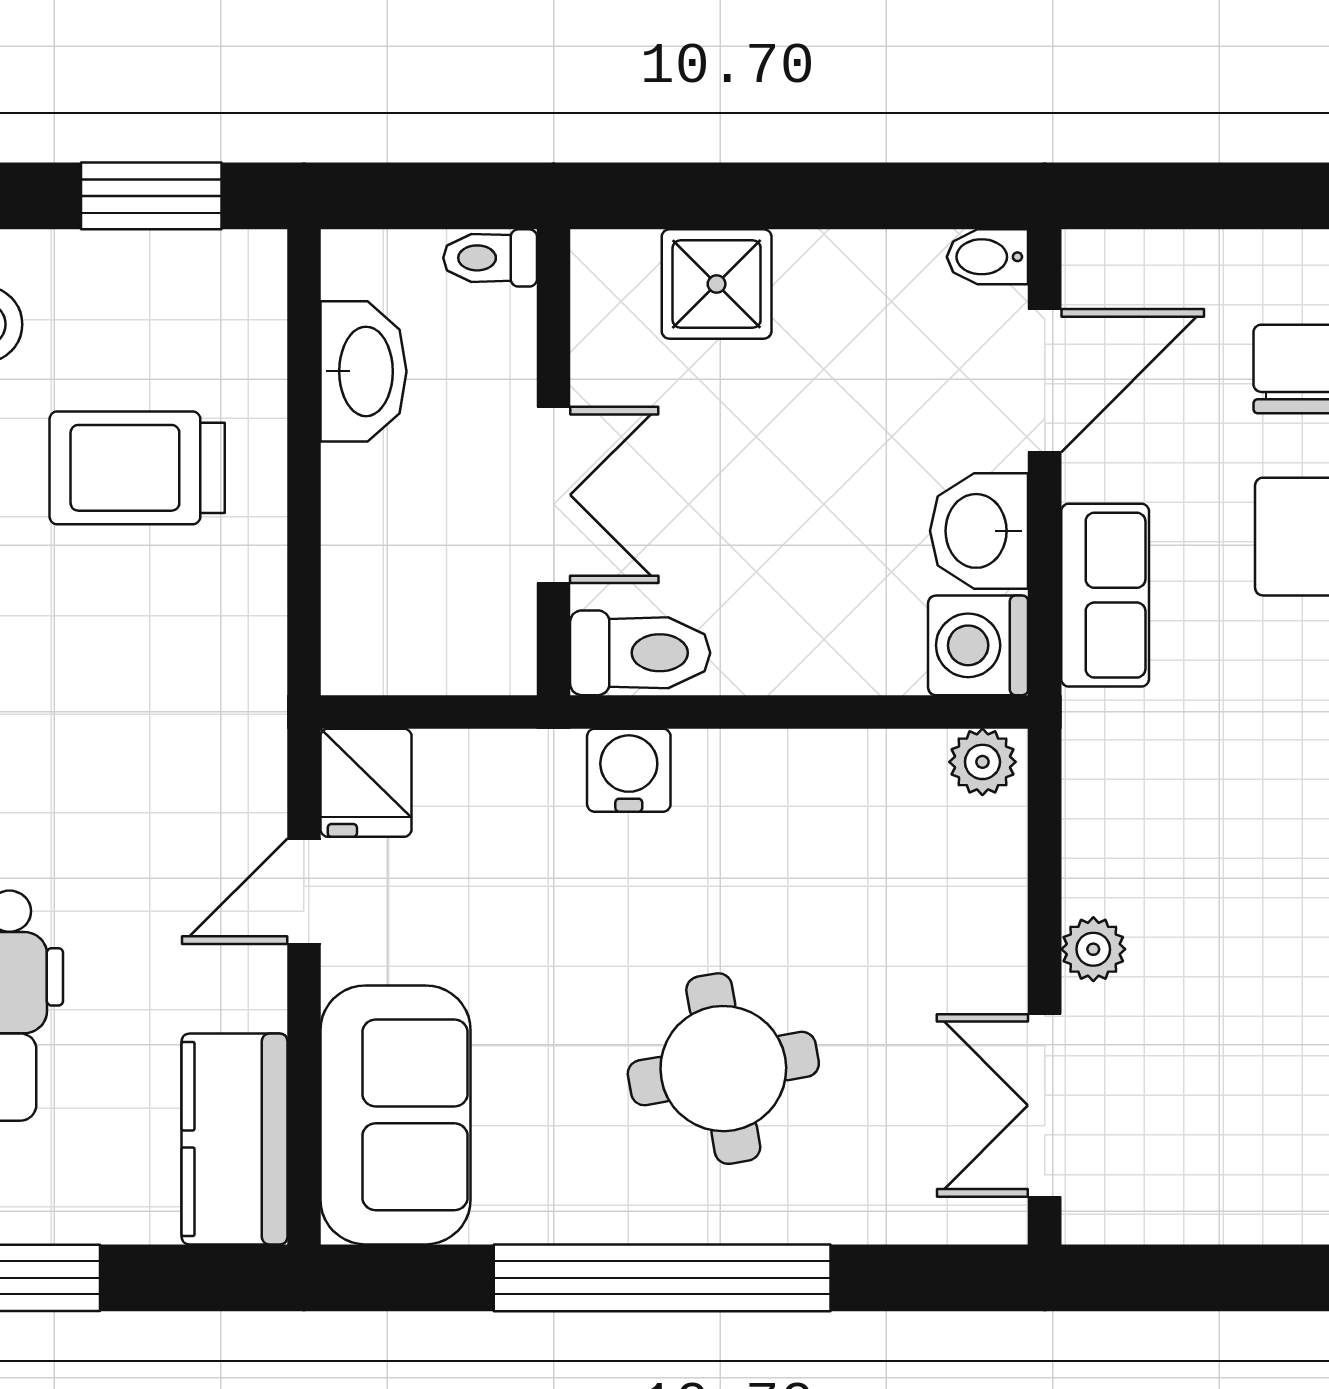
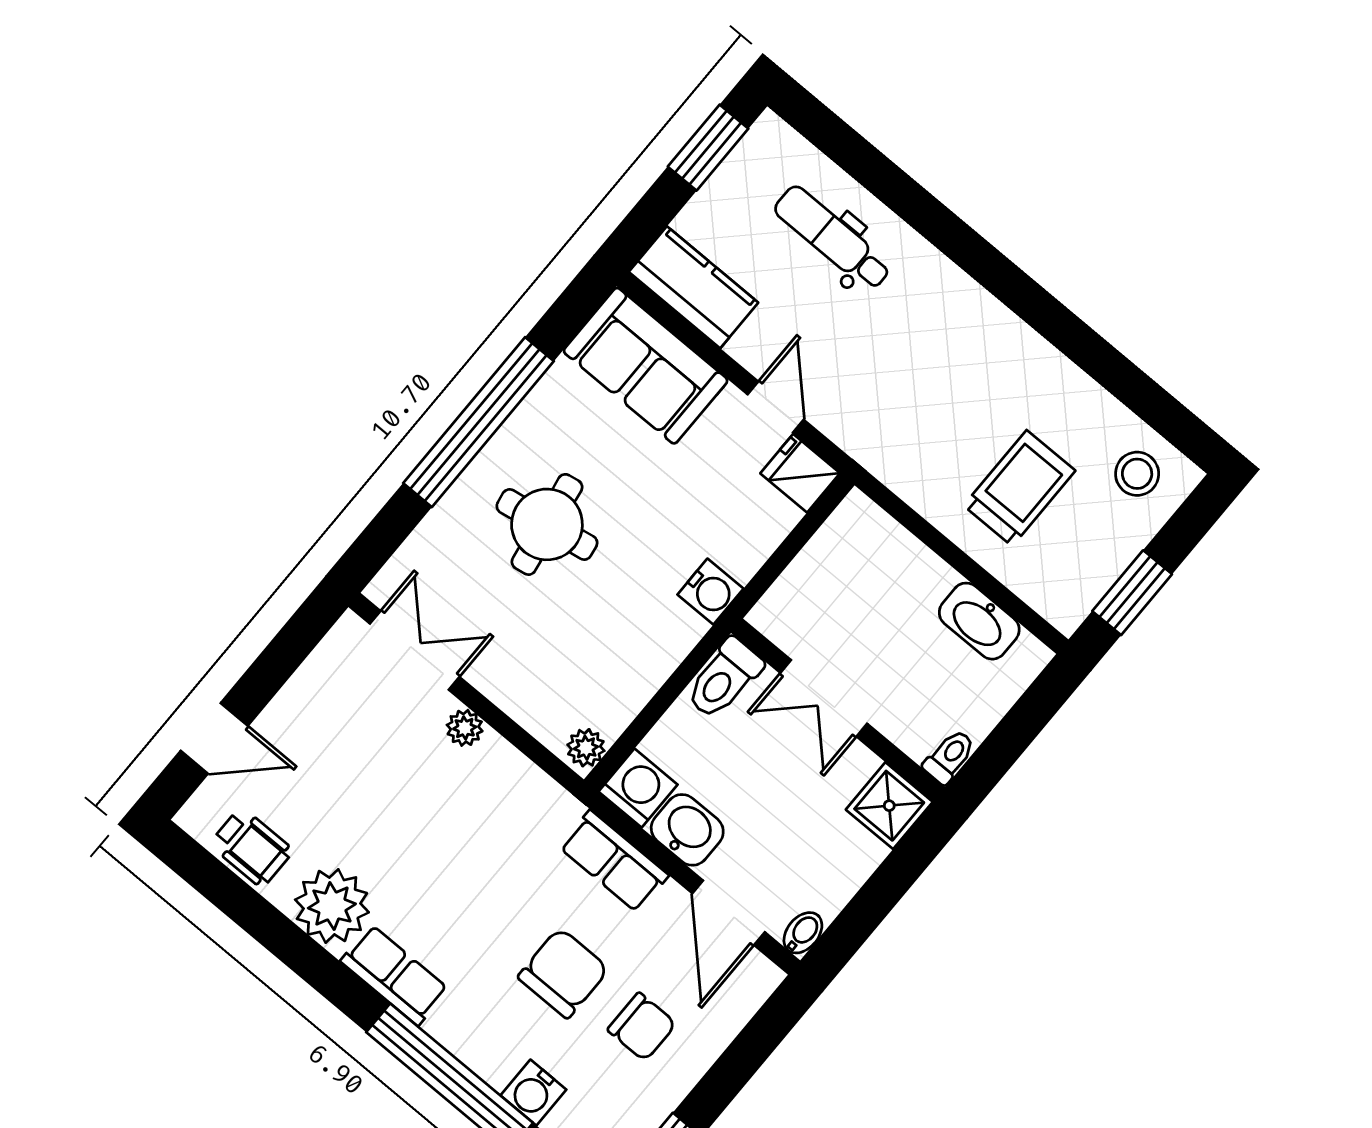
toilet: (490, 258) -> (949, 757), moved
wall: (554, 462) -> (838, 710), moved
double door: (554, 495) -> (824, 698), moved
toilet: (640, 653) -> (724, 679), moved

